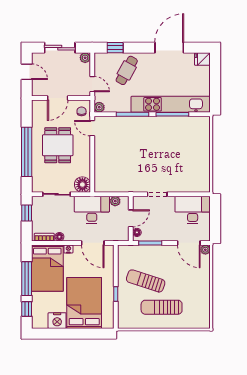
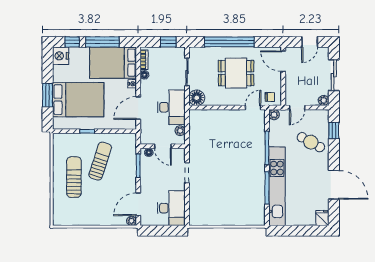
door: (58, 98) -> (283, 61), moved
nightstand: (57, 321) -> (61, 56), moved
window: (80, 334) -> (48, 95), added

